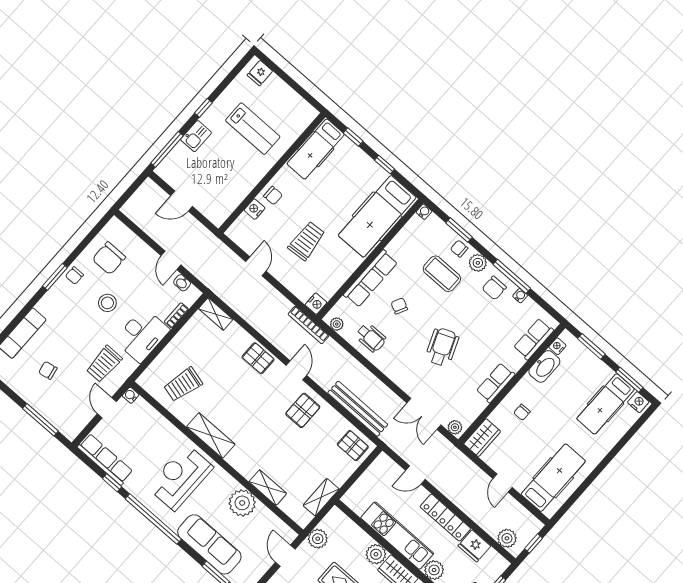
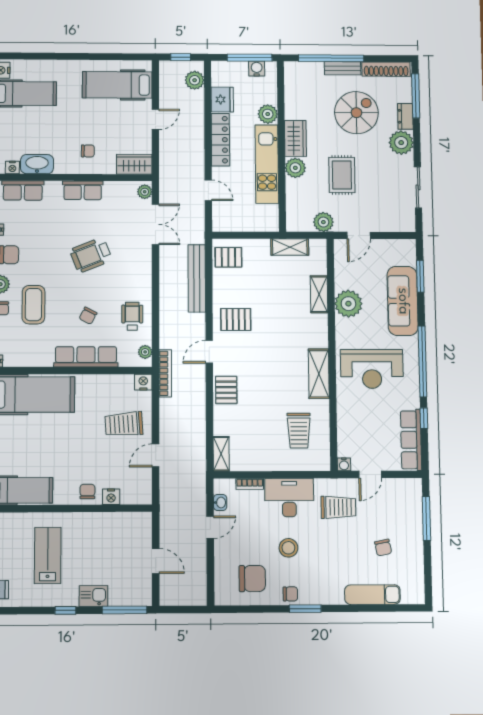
trolley: (307, 241) -> (124, 424), moved
trolley: (183, 384) -> (299, 431), turned 75
pallet: (353, 446) -> (228, 257), turned 90

